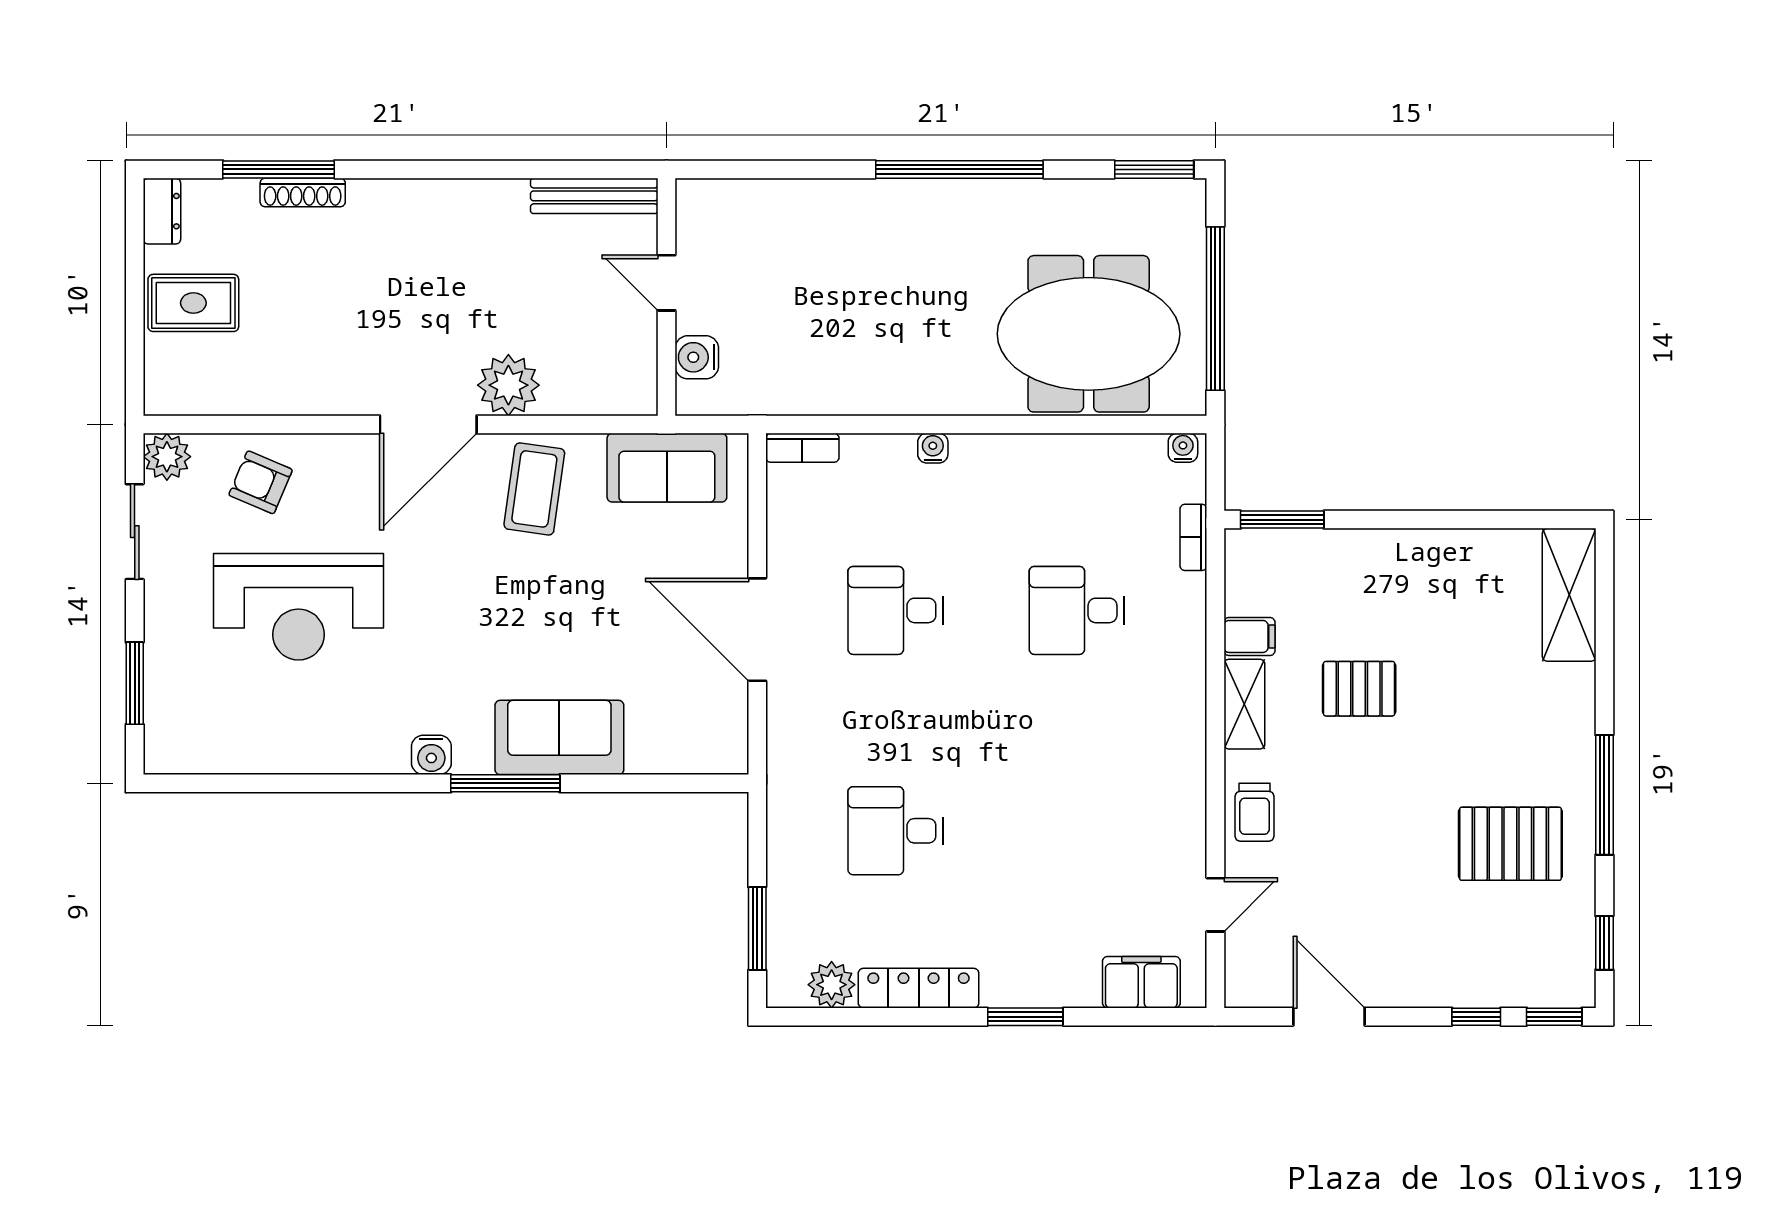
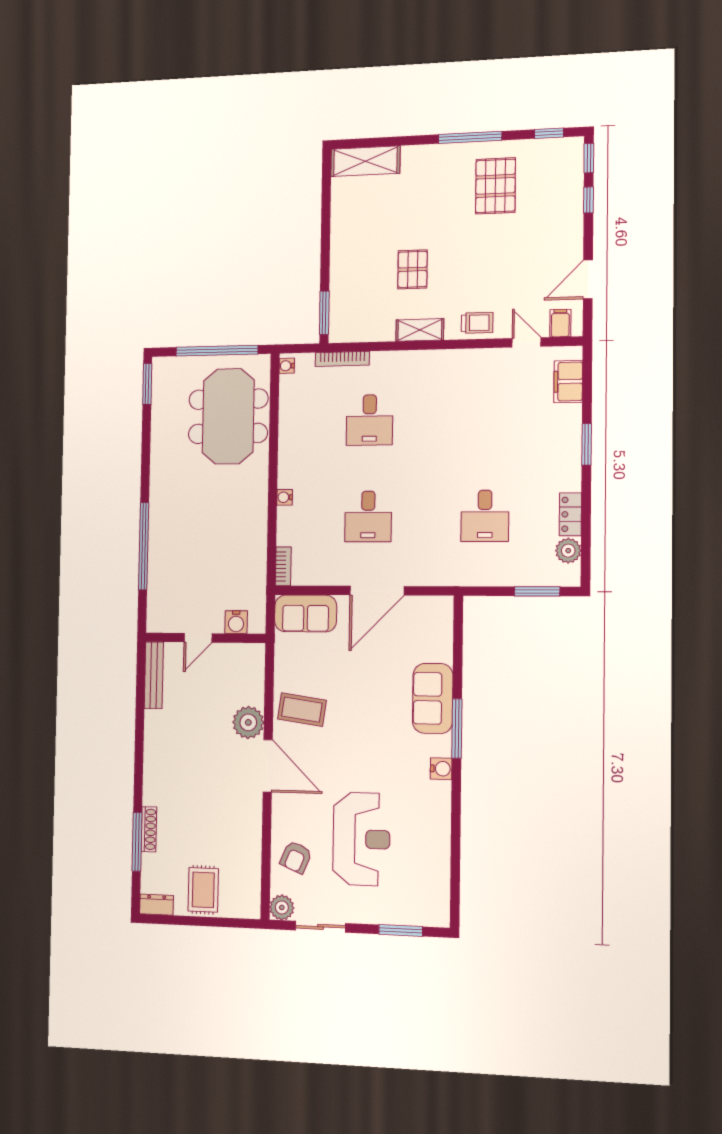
window: (959, 169) -> (144, 546), moved
sofa: (667, 468) -> (306, 613), moved, turned 90
bookcase: (1193, 537) -> (342, 359), width x1.56
filing cabinet: (1250, 636) -> (560, 323), moved
locker: (919, 988) -> (570, 514), width x0.66

